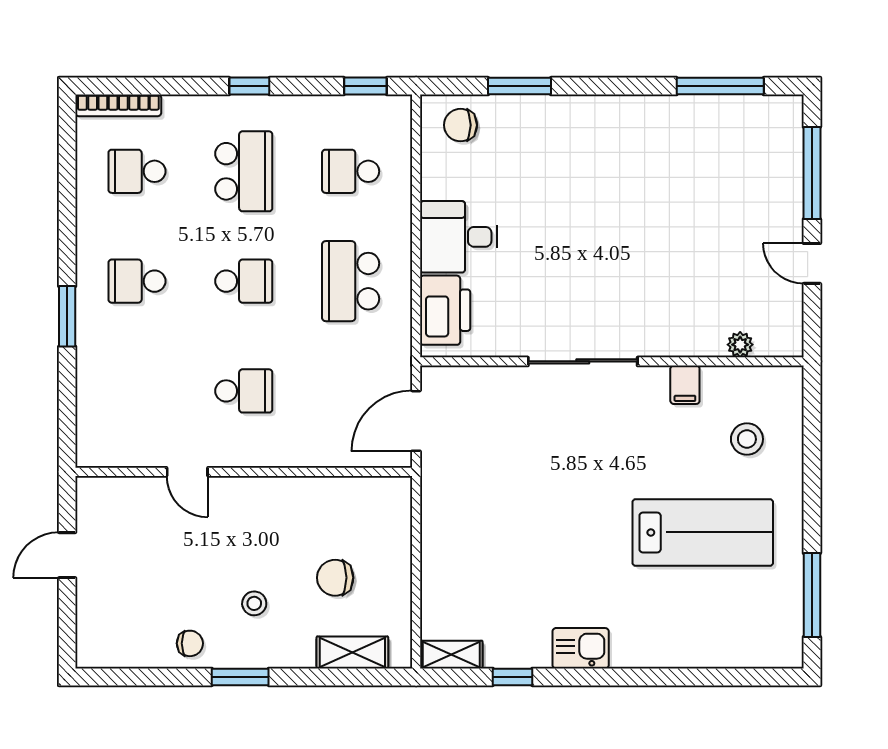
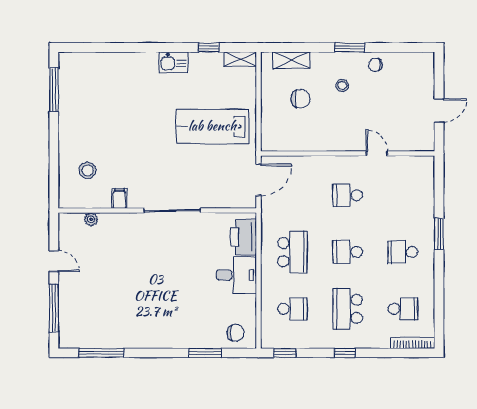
school desk: (137, 281) -> (403, 252), turned 180
lab bench: (703, 532) -> (212, 126), moved

